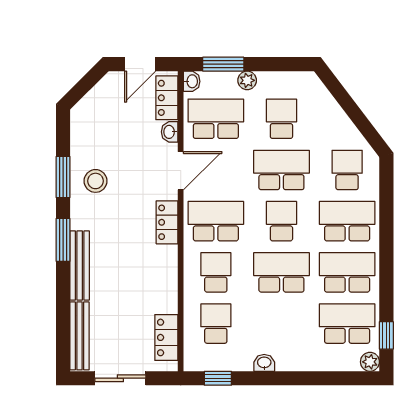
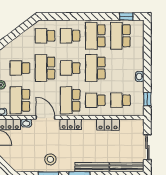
school desk: (347, 221) -> (70, 36), width x0.54
locker: (166, 337) -> (108, 125), moved
plant: (370, 362) -> (139, 25), removed

